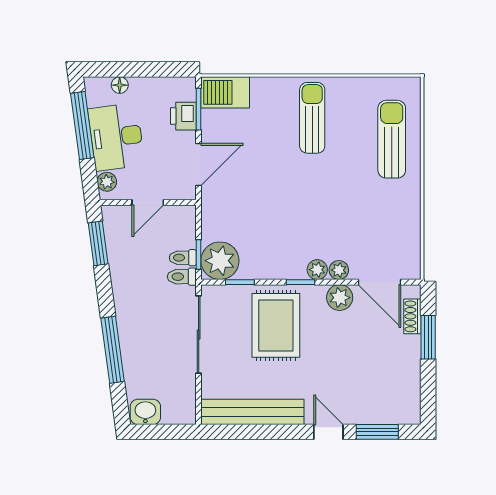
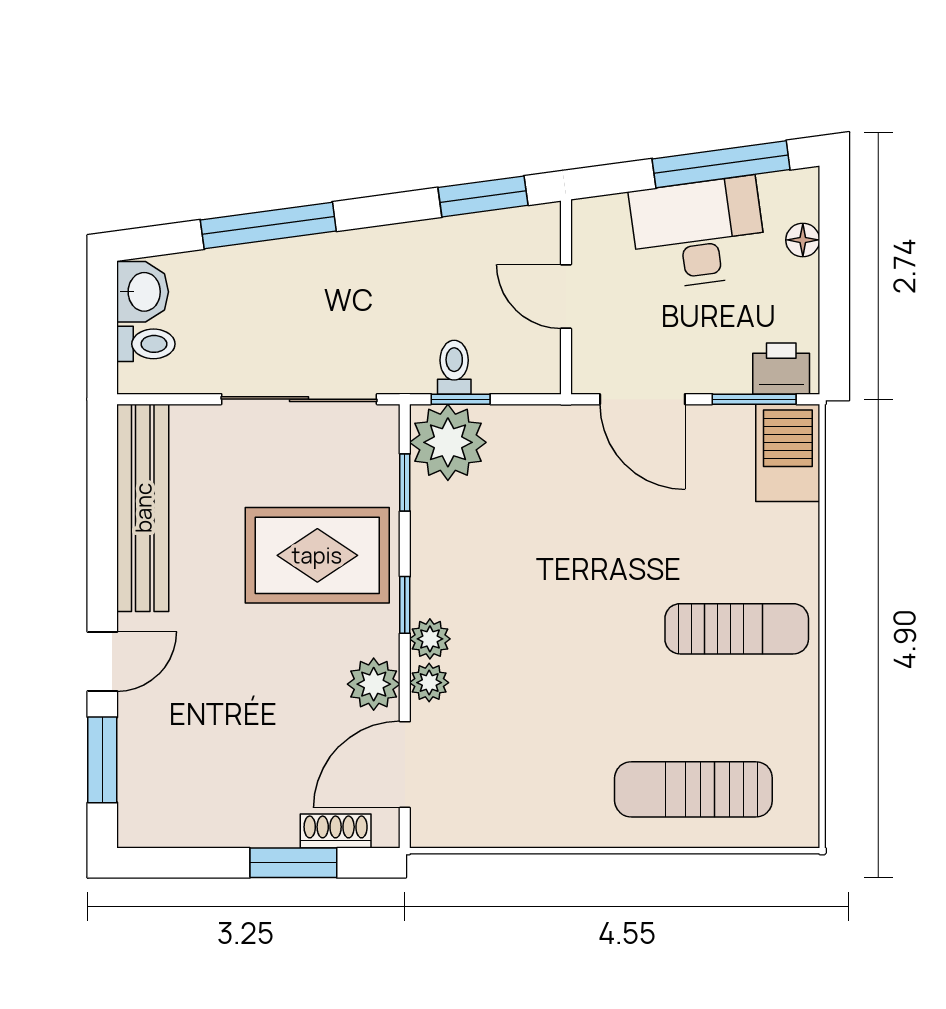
printer: (183, 116) -> (781, 369), moved
sun lounger: (392, 139) -> (693, 789), turned 180
plant: (107, 182) -> (607, 214), removed
toilet: (182, 277) -> (146, 344), moved, turned 90

